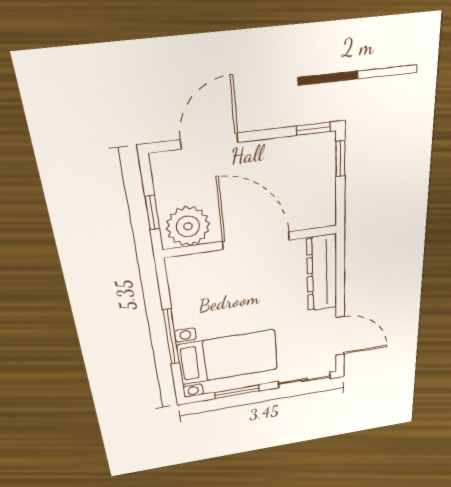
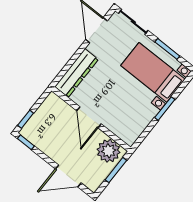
window: (152, 213) -> (116, 170), width x1.50
door: (256, 241) -> (89, 117), width x0.73
window: (171, 337) -> (165, 109), width x0.69

